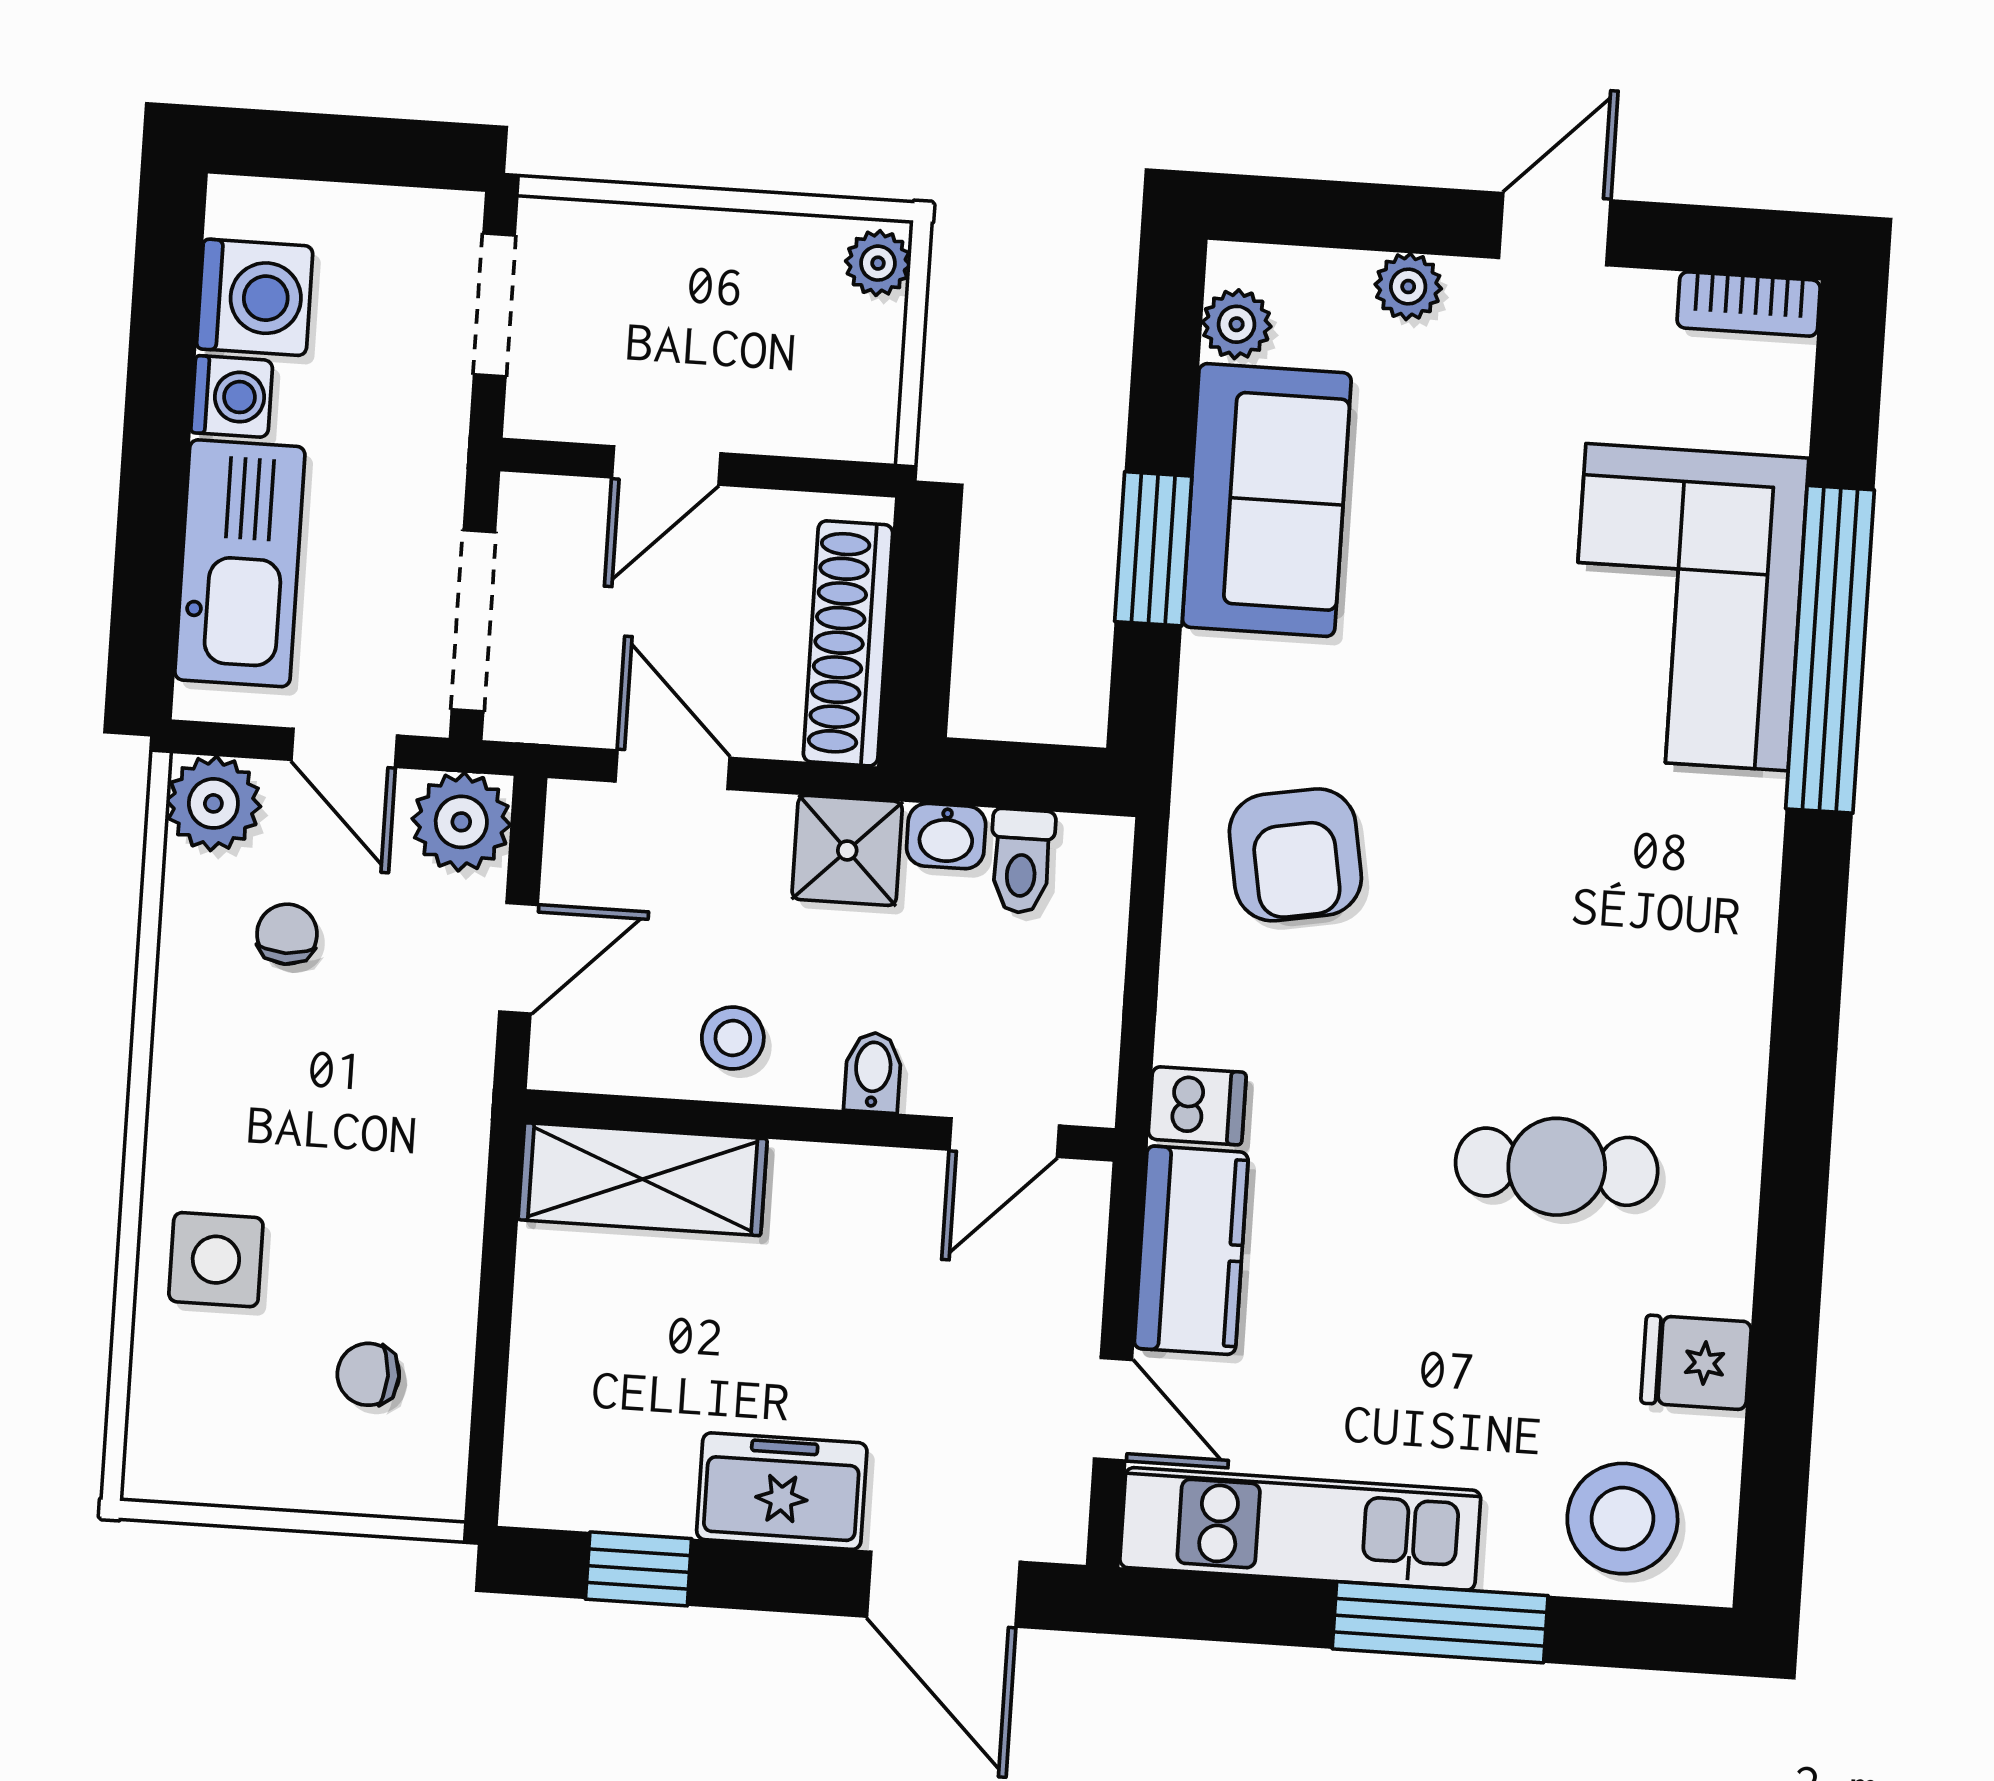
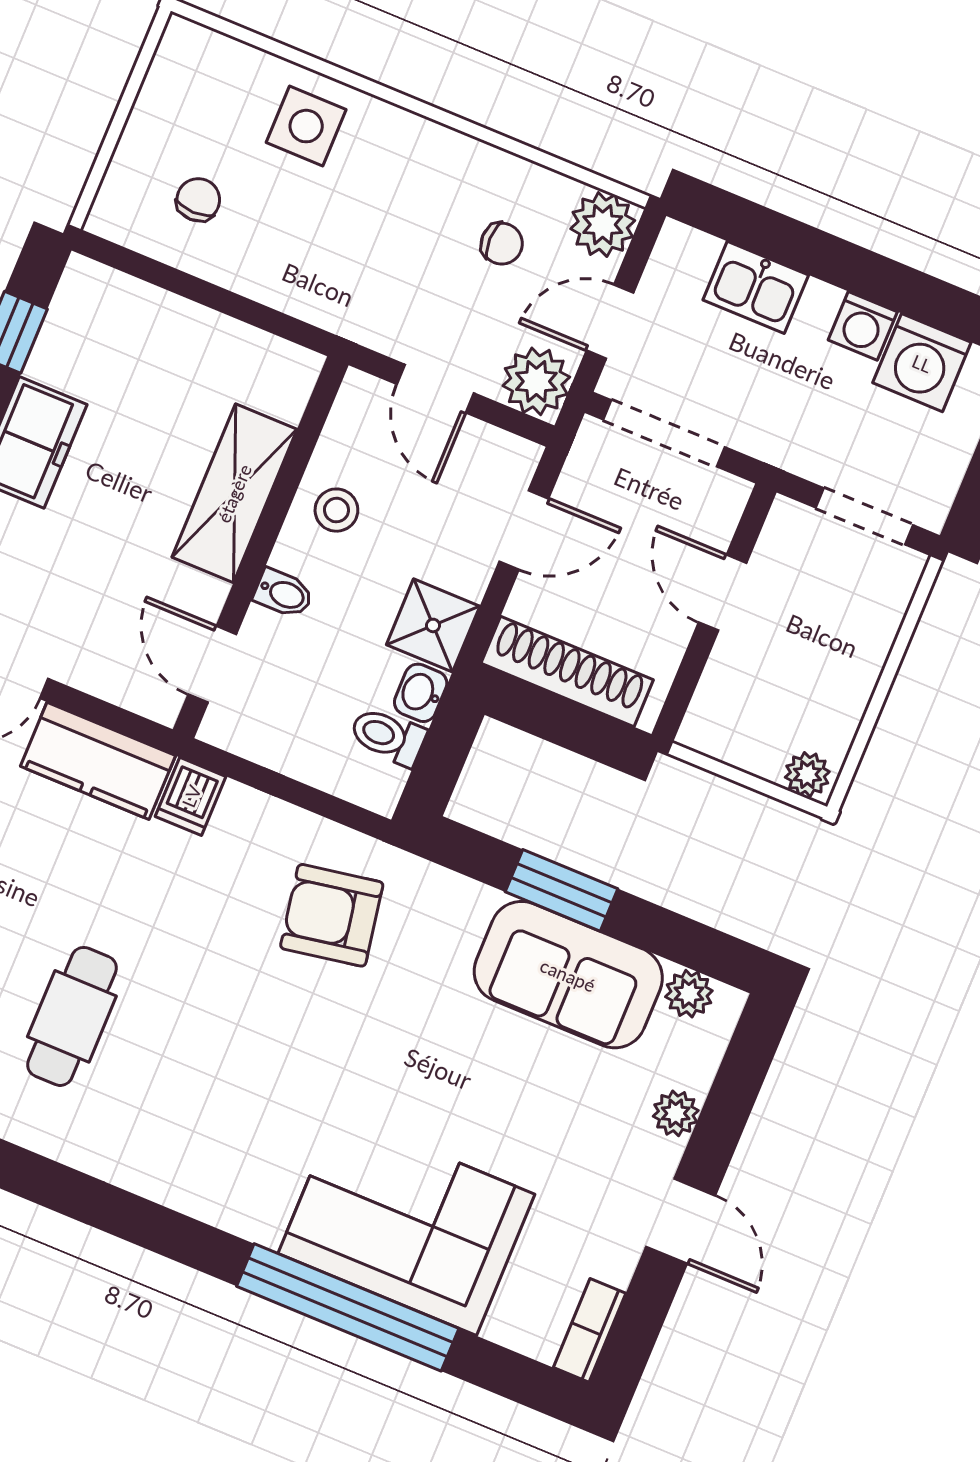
kitchen sink: (240, 563) -> (756, 287), width x0.53, depth x0.81
shelving: (643, 1179) -> (234, 493), moved

